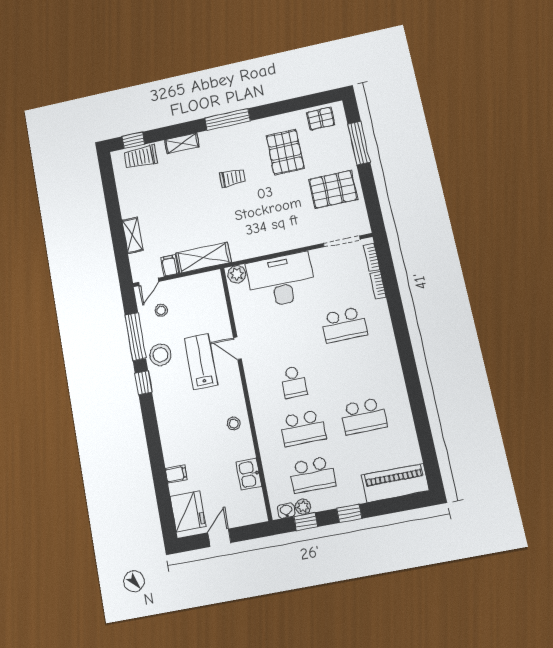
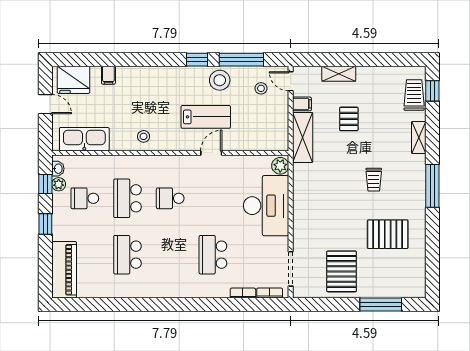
pallet: (321, 119) -> (349, 119), moved
kitchen sink: (249, 474) -> (84, 139), width x1.88, depth x1.24
school desk: (312, 475) -> (85, 198), width x0.54

